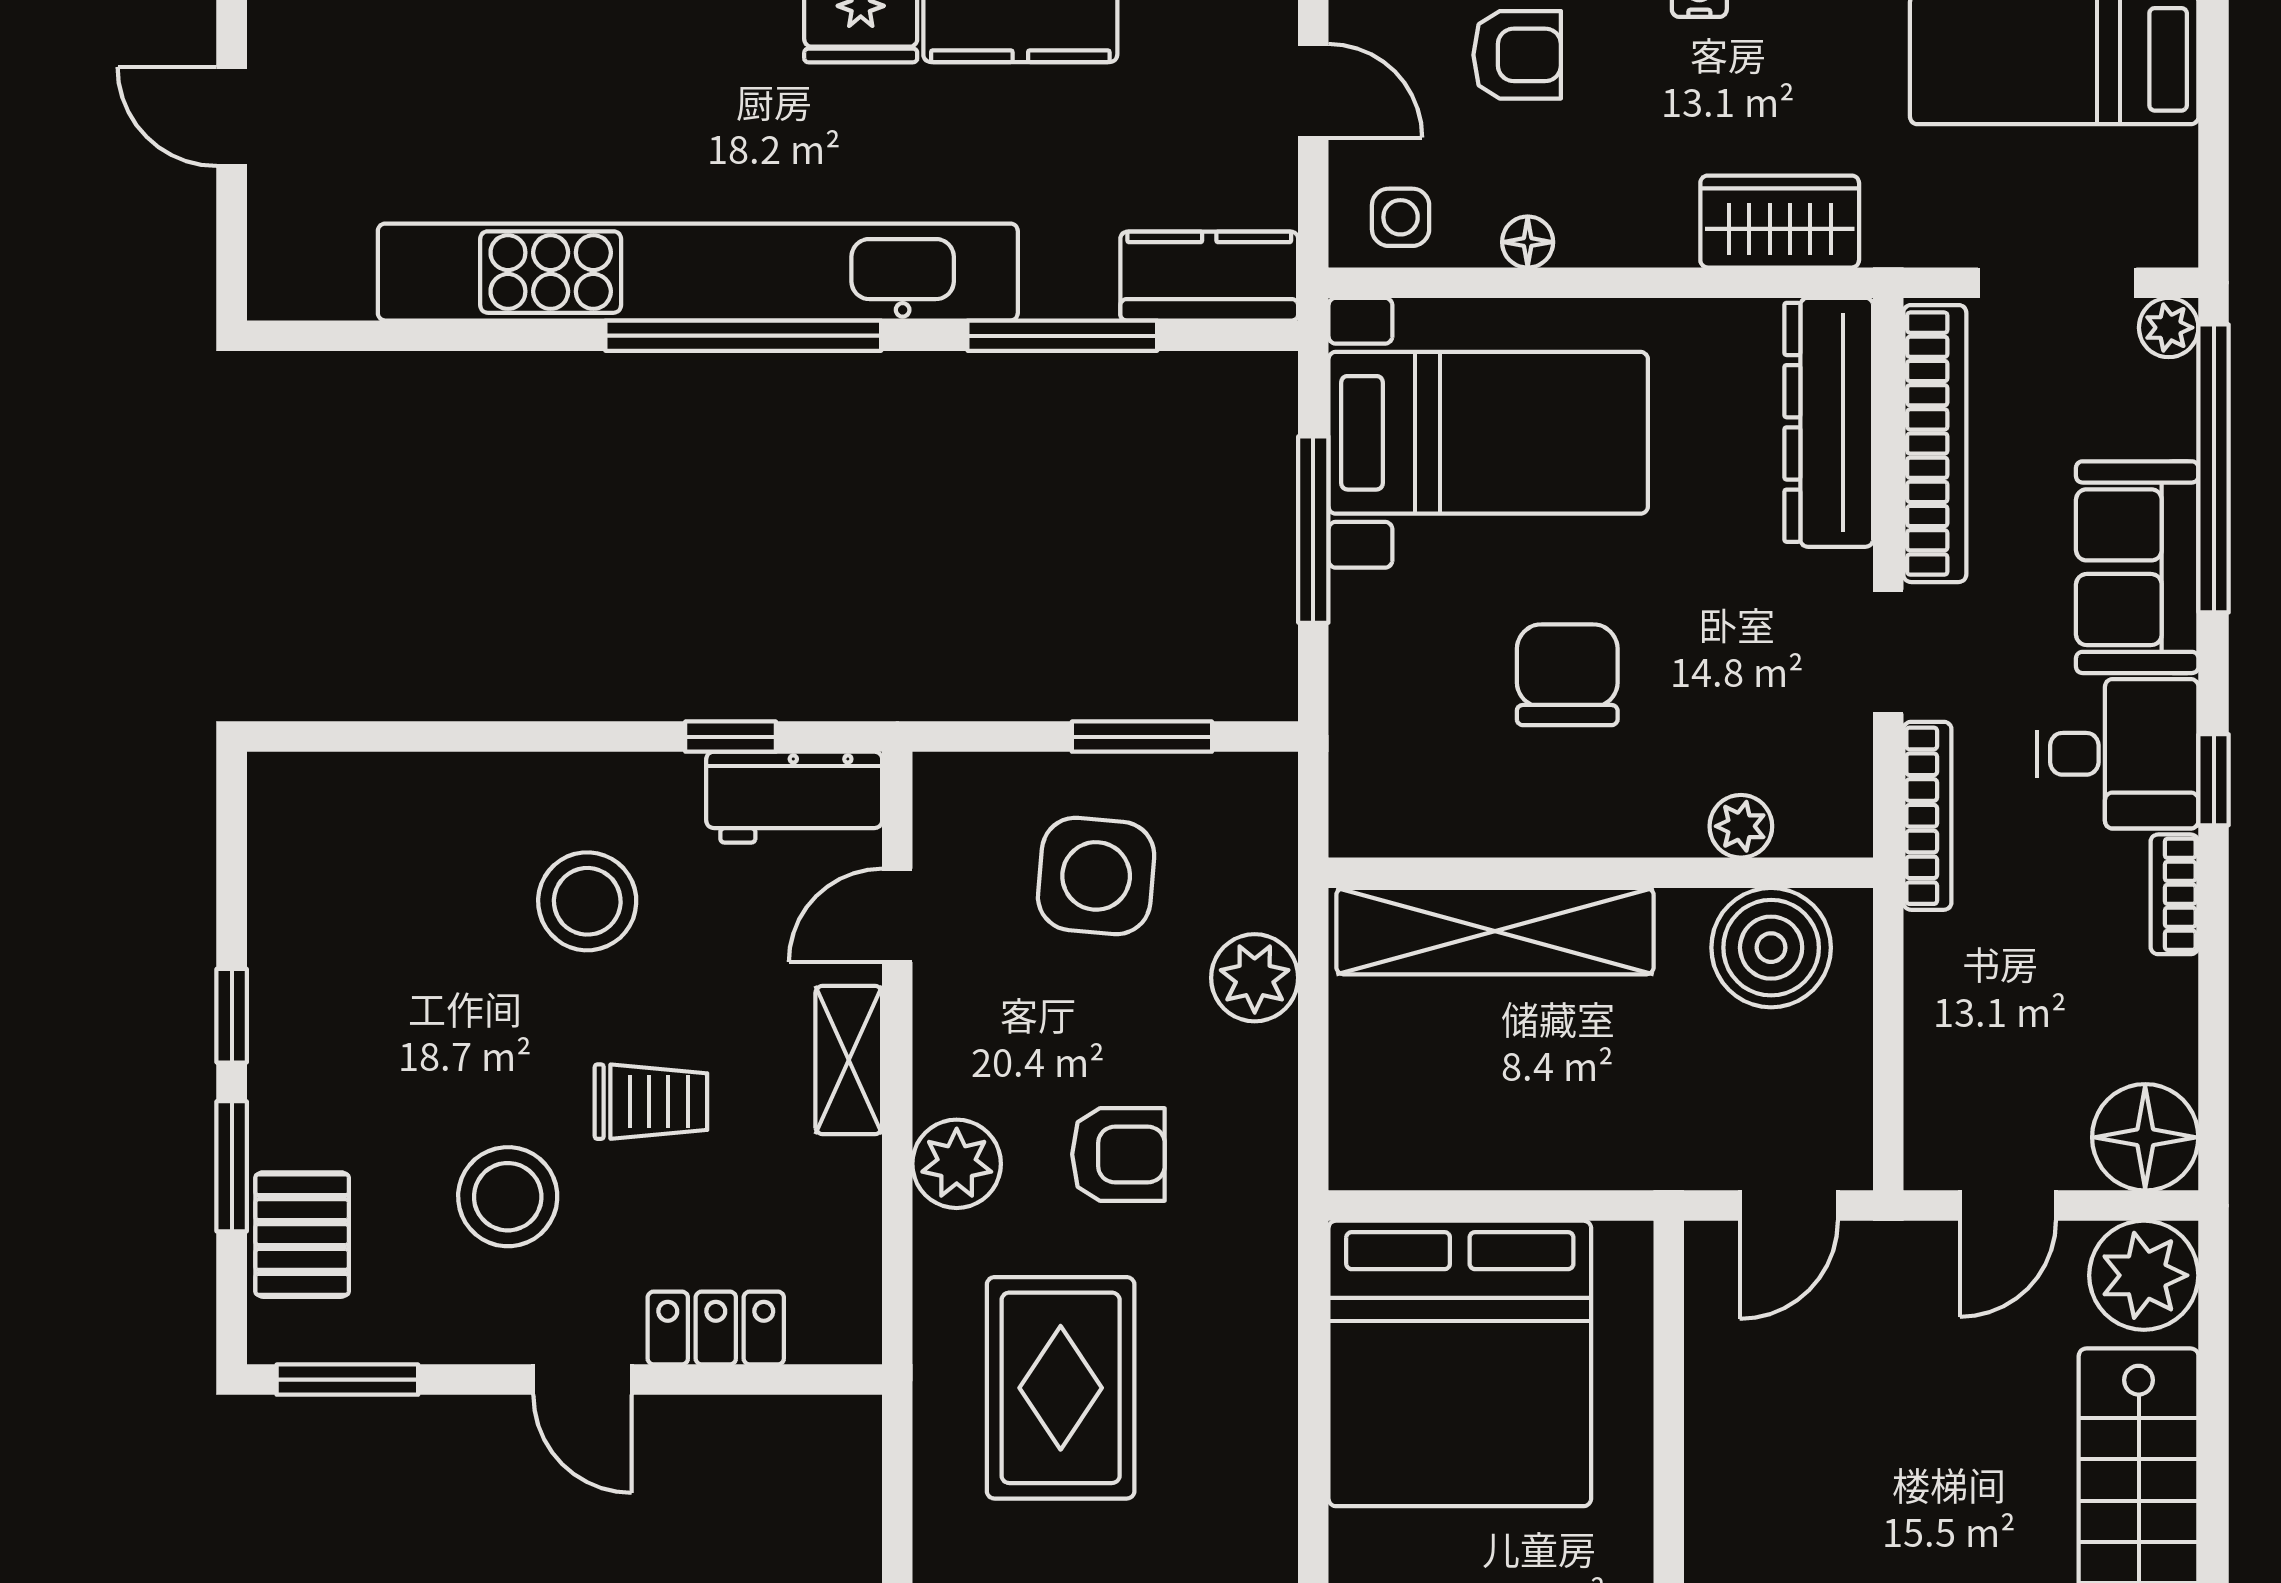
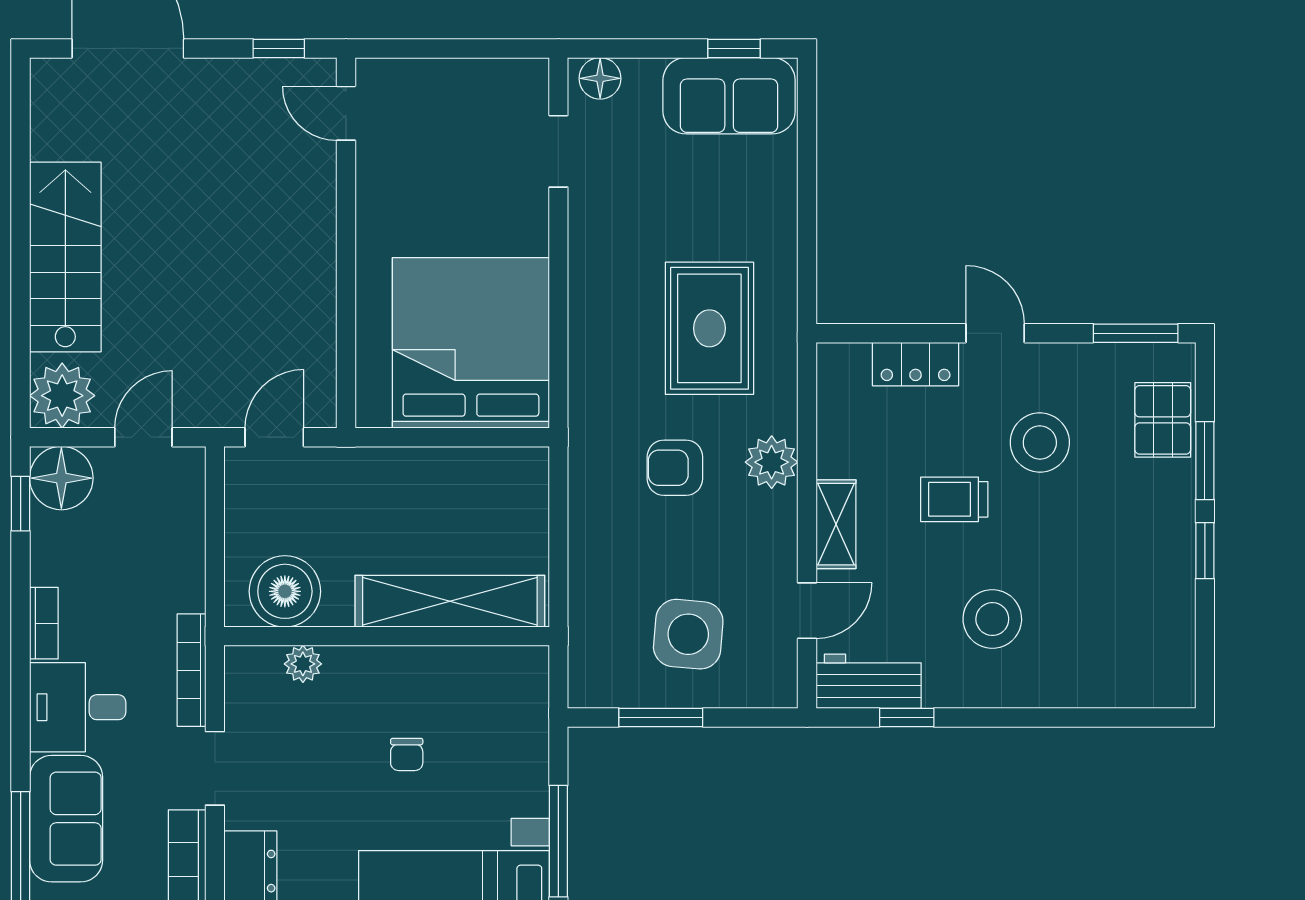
chair: (1567, 675) -> (407, 754), width x0.54, depth x0.54
window: (2214, 780) -> (21, 504), moved
plant: (1255, 978) -> (594, 573), removed

